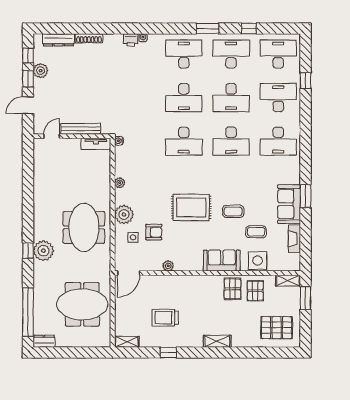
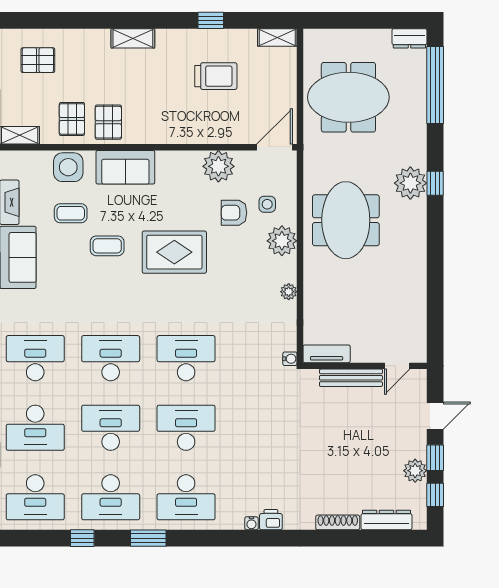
plant: (168, 266) -> (218, 166), width x1.88, depth x1.88
pallet: (277, 328) -> (38, 60), width x0.67, depth x0.71

